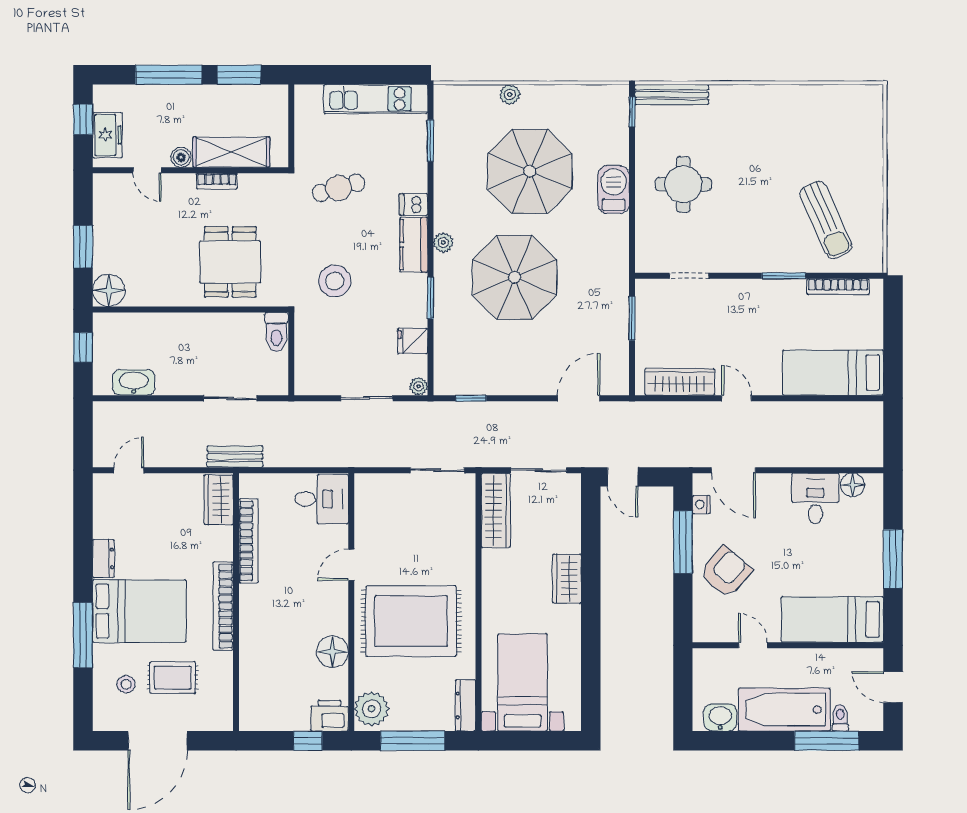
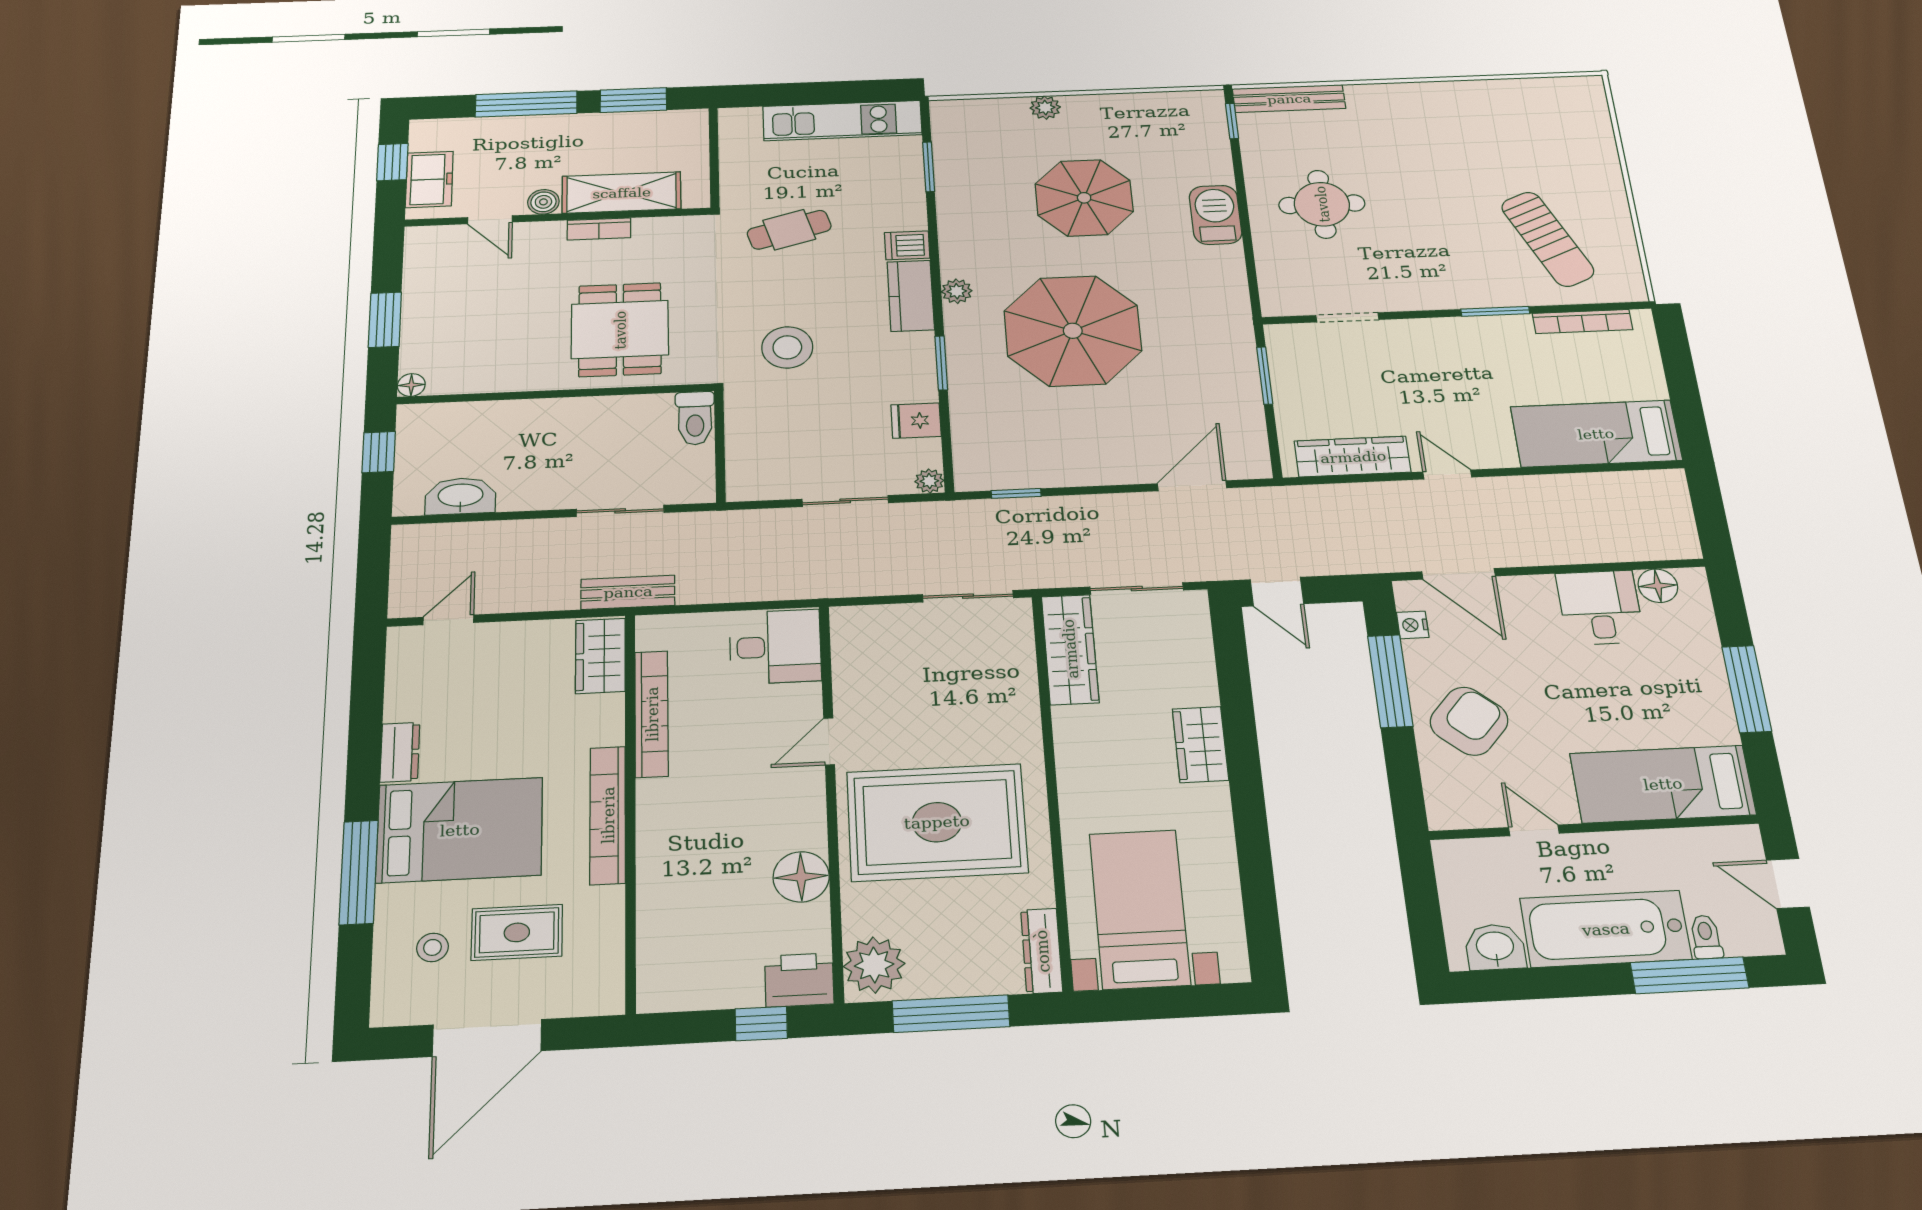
parasol: (530, 171) -> (1084, 198), width x0.73, depth x0.73
floor lamp: (109, 290) -> (411, 385), width x0.53, depth x0.53

